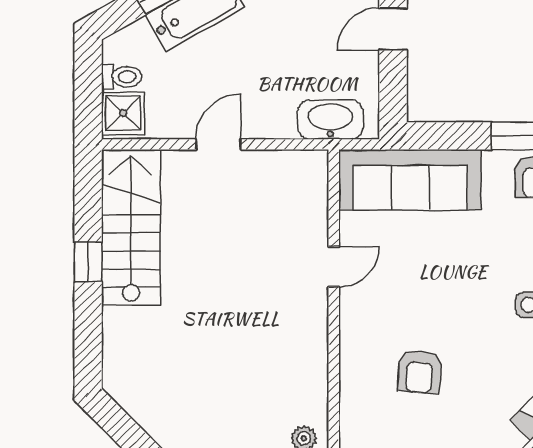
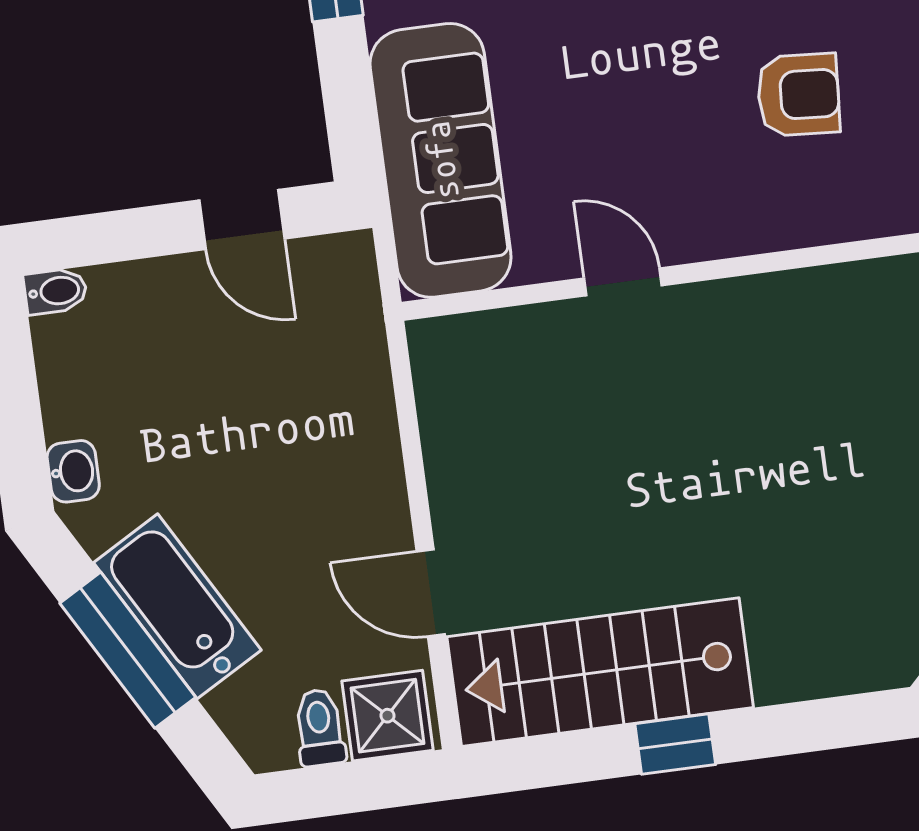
door: (393, 29) -> (242, 220), moved
washbasin: (330, 120) -> (347, 325), removed
door: (219, 144) -> (431, 593), moved

